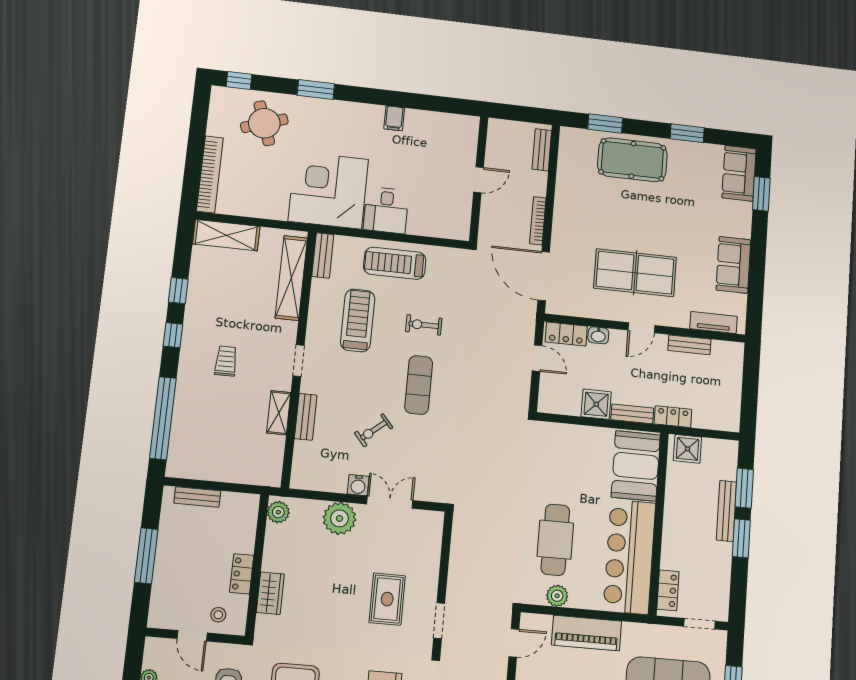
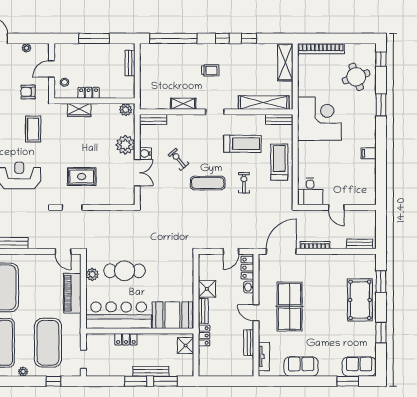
desk: (386, 210) -> (310, 191), moved, turned -90
bench: (306, 417) -> (153, 119), moved
locker: (668, 590) -> (126, 339), moved

